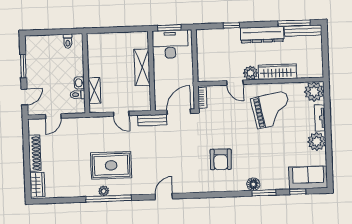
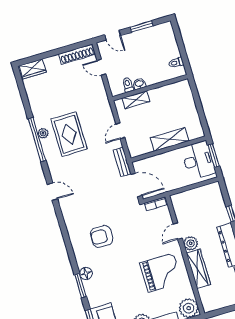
grand piano: (272, 110) -> (161, 273), turned -79
shoe rack: (35, 153) -> (77, 54), moved

